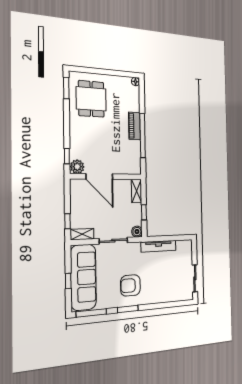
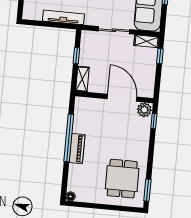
boiler: (137, 232) -> (87, 36), removed

